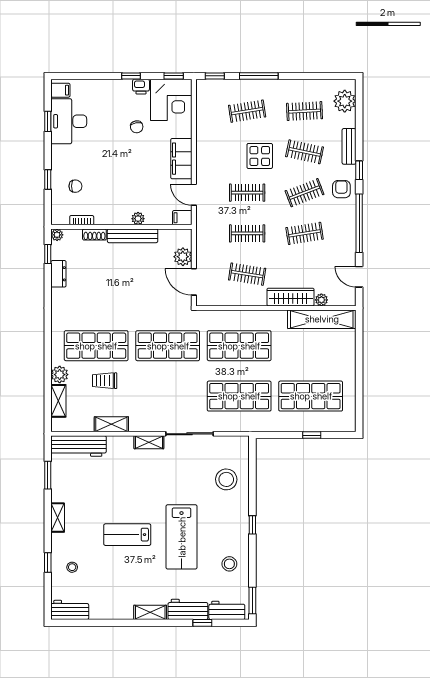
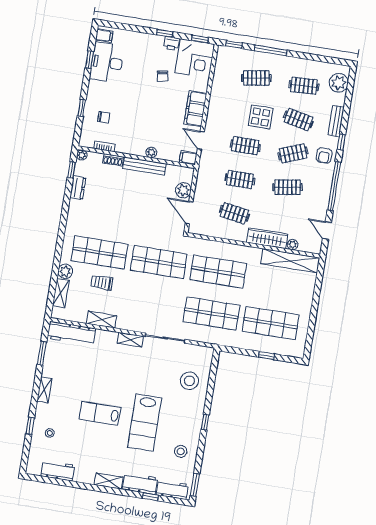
armchair: (341, 189) -> (324, 155), turned 180
workbench: (70, 610) -> (58, 471), moved

